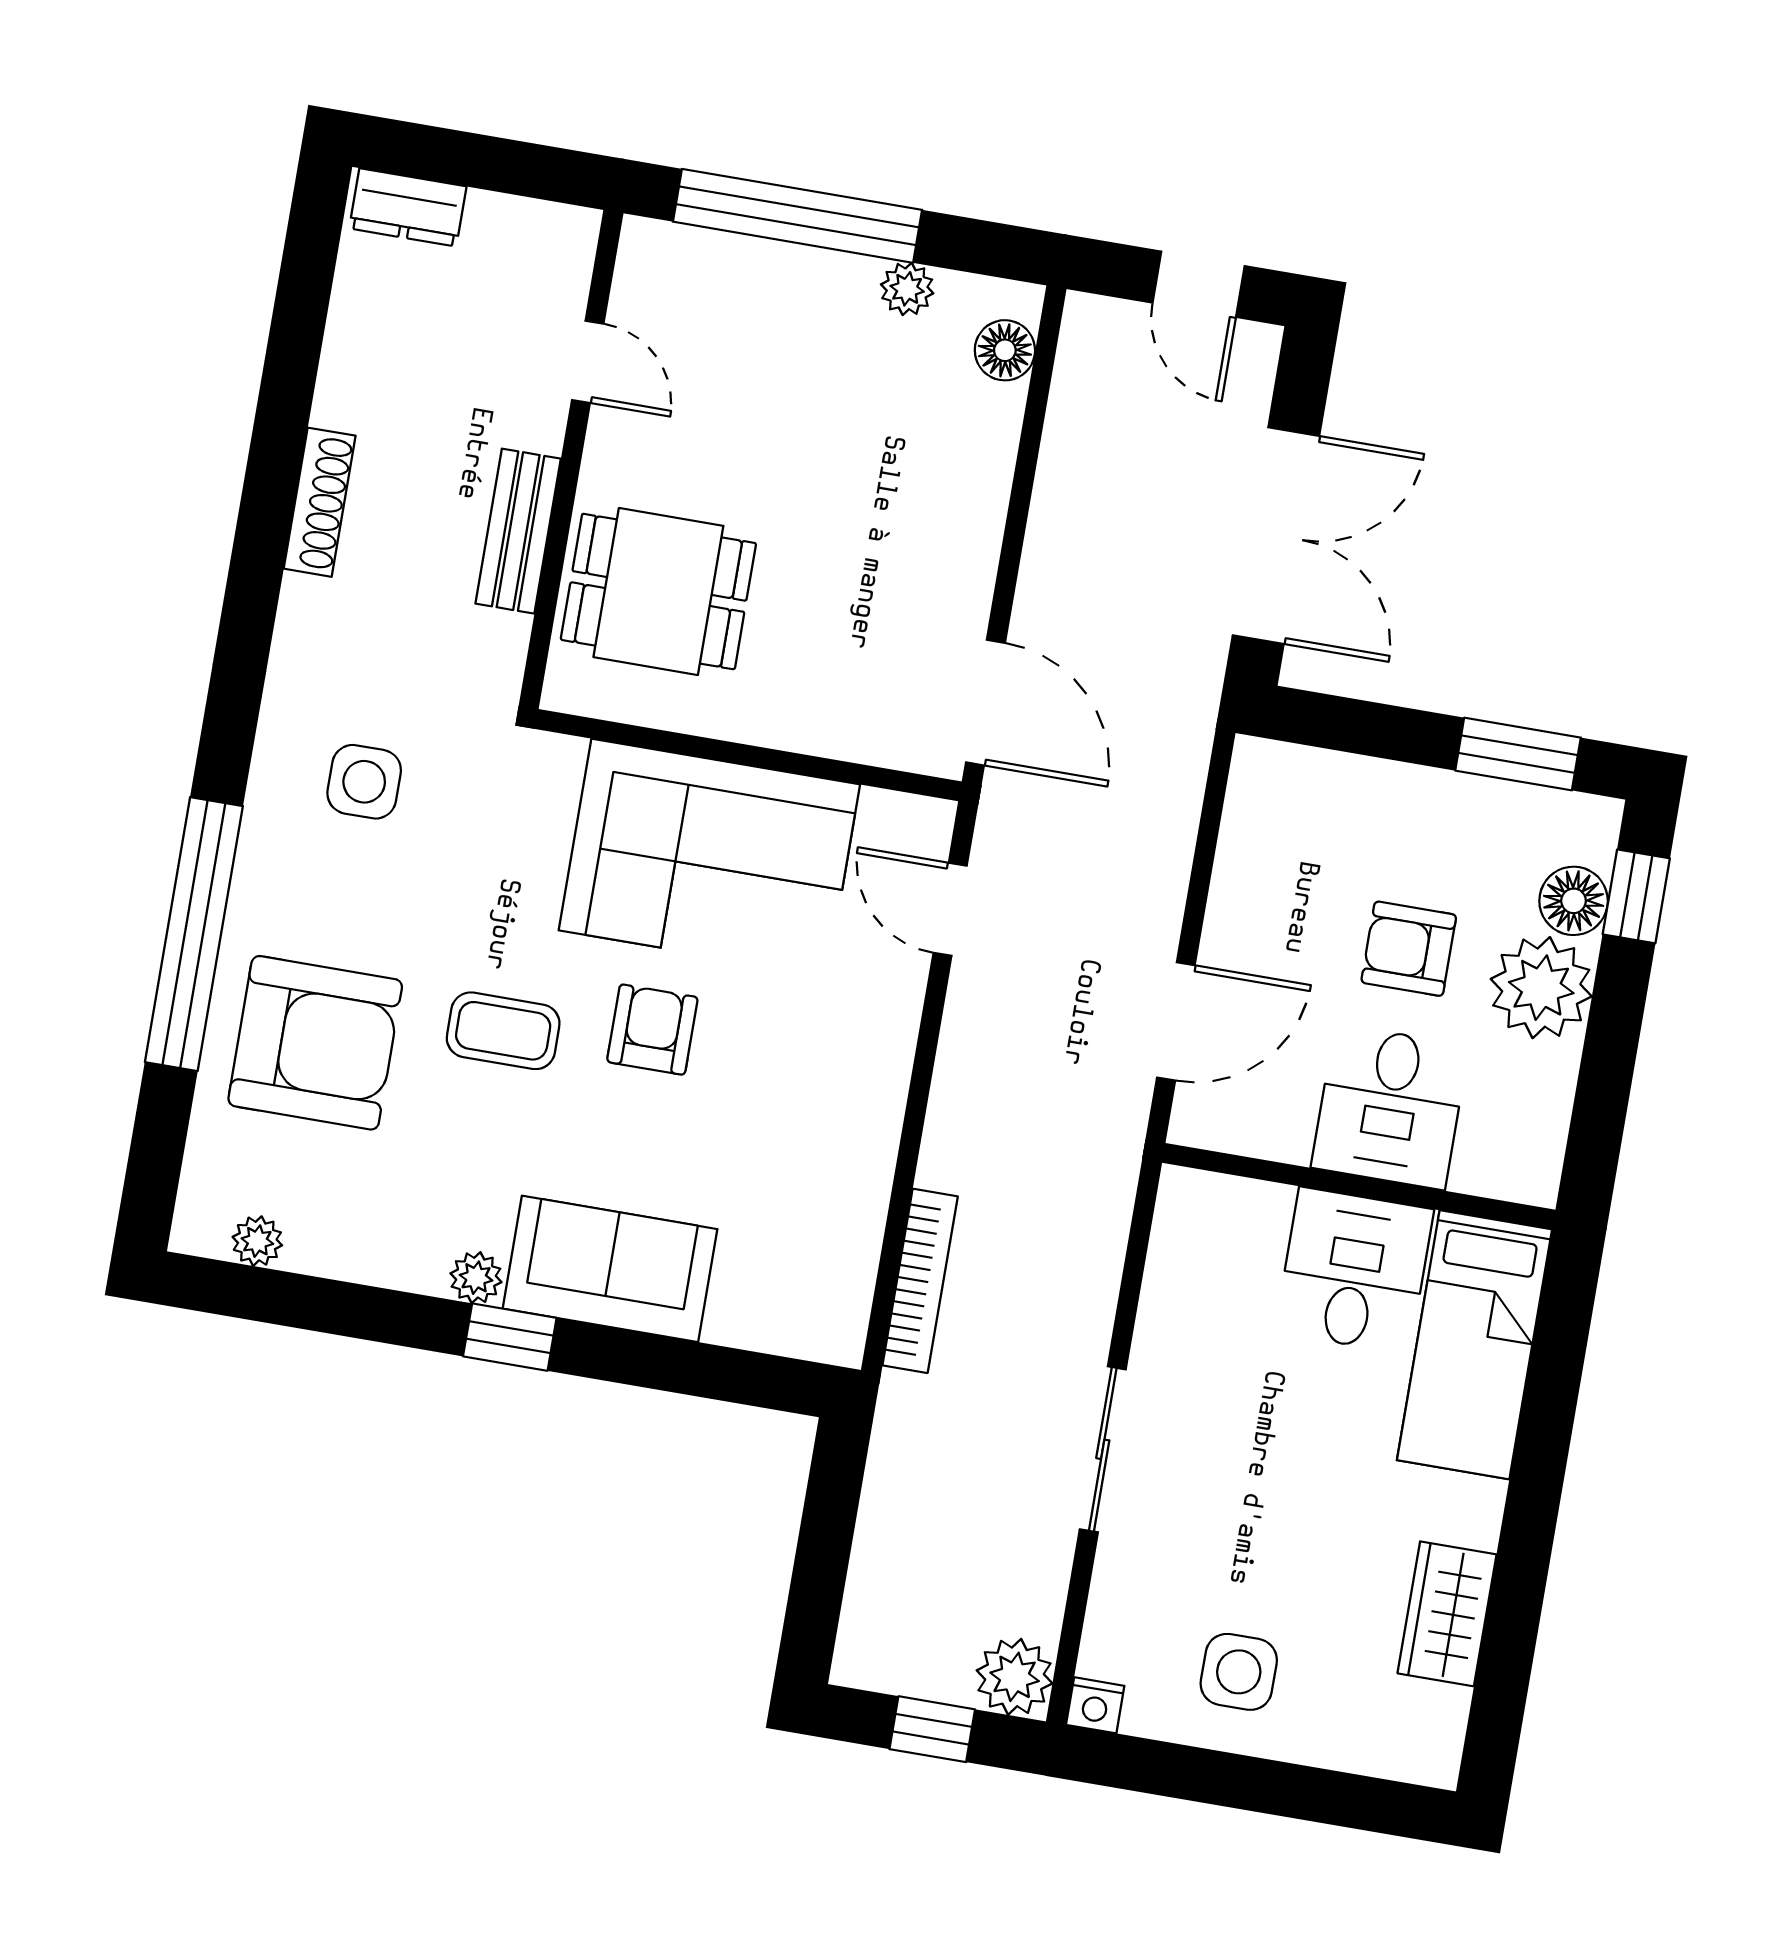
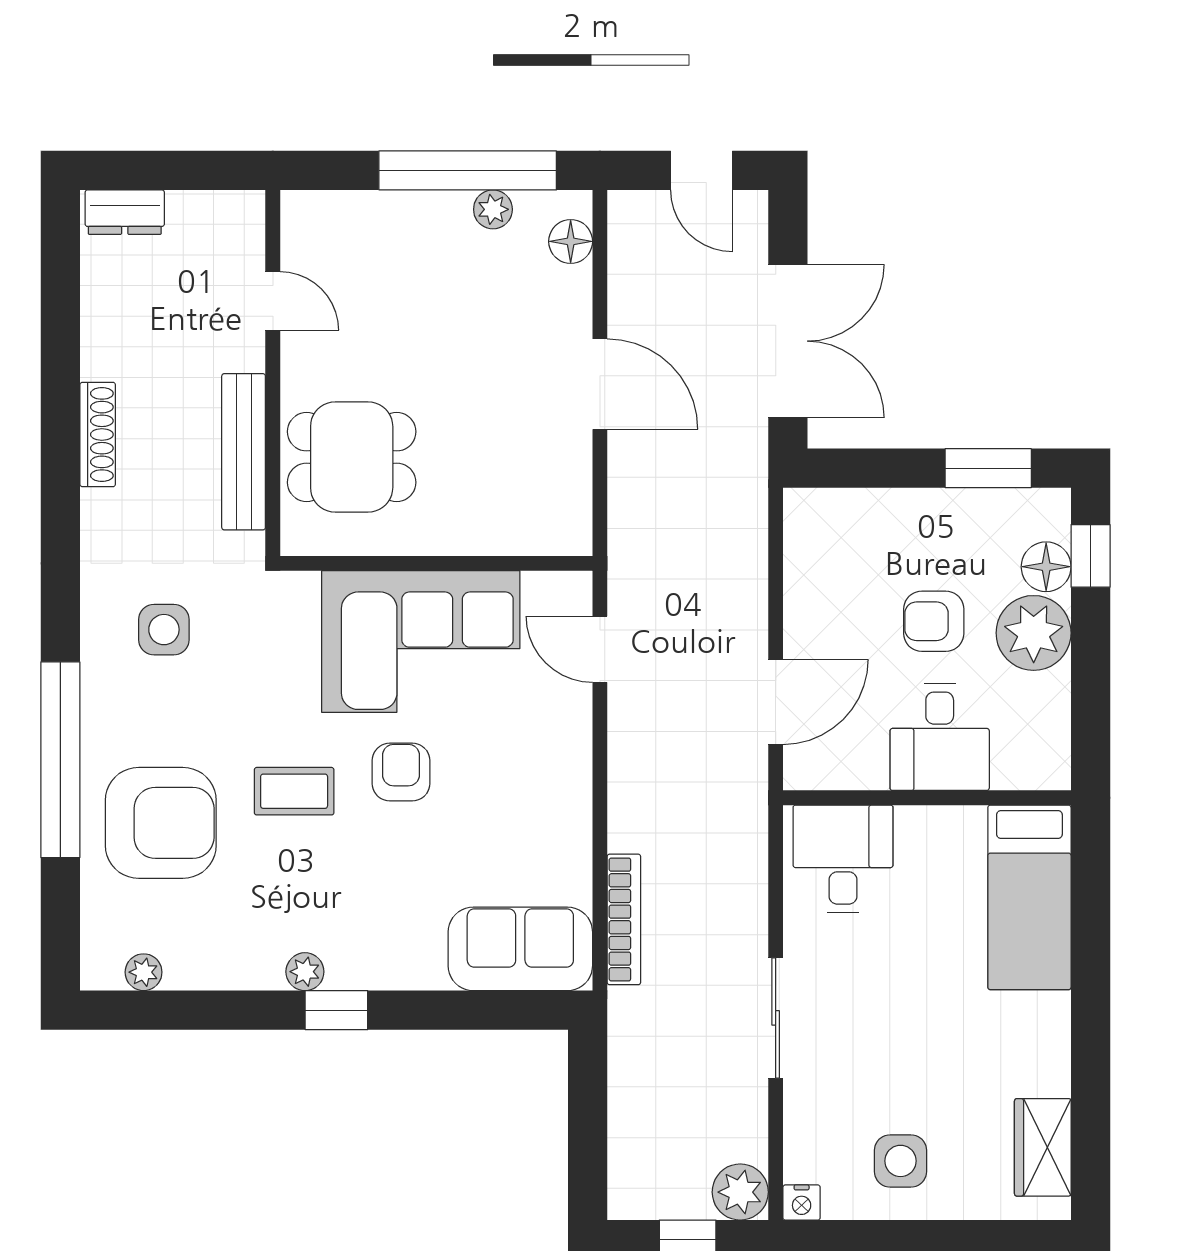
window: (798, 216) -> (468, 170), moved
bench: (518, 531) -> (244, 452), width x1.36
door: (985, 703) -> (600, 384), moved
sofa: (610, 1269) -> (520, 949), moved
desk: (1354, 1271) -> (843, 859), moved
wardrobe: (1447, 1614) -> (1043, 1147), moved

